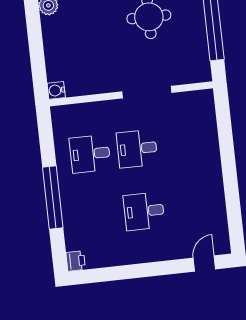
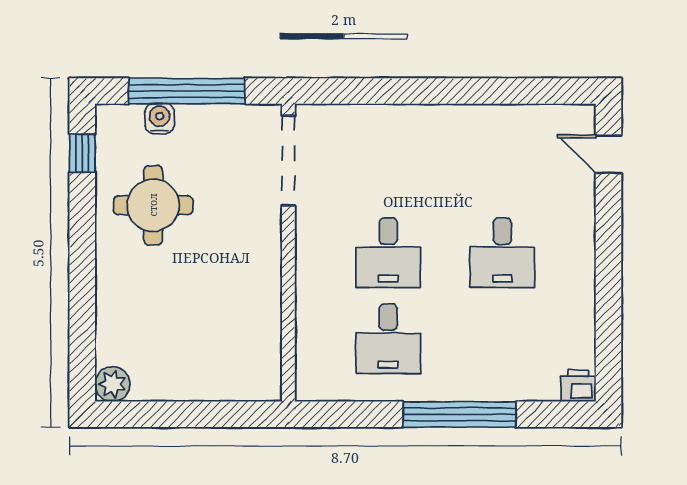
water cooler: (56, 90) -> (160, 119), moved, turned 180
doorway: (147, 92) -> (288, 161), moved

